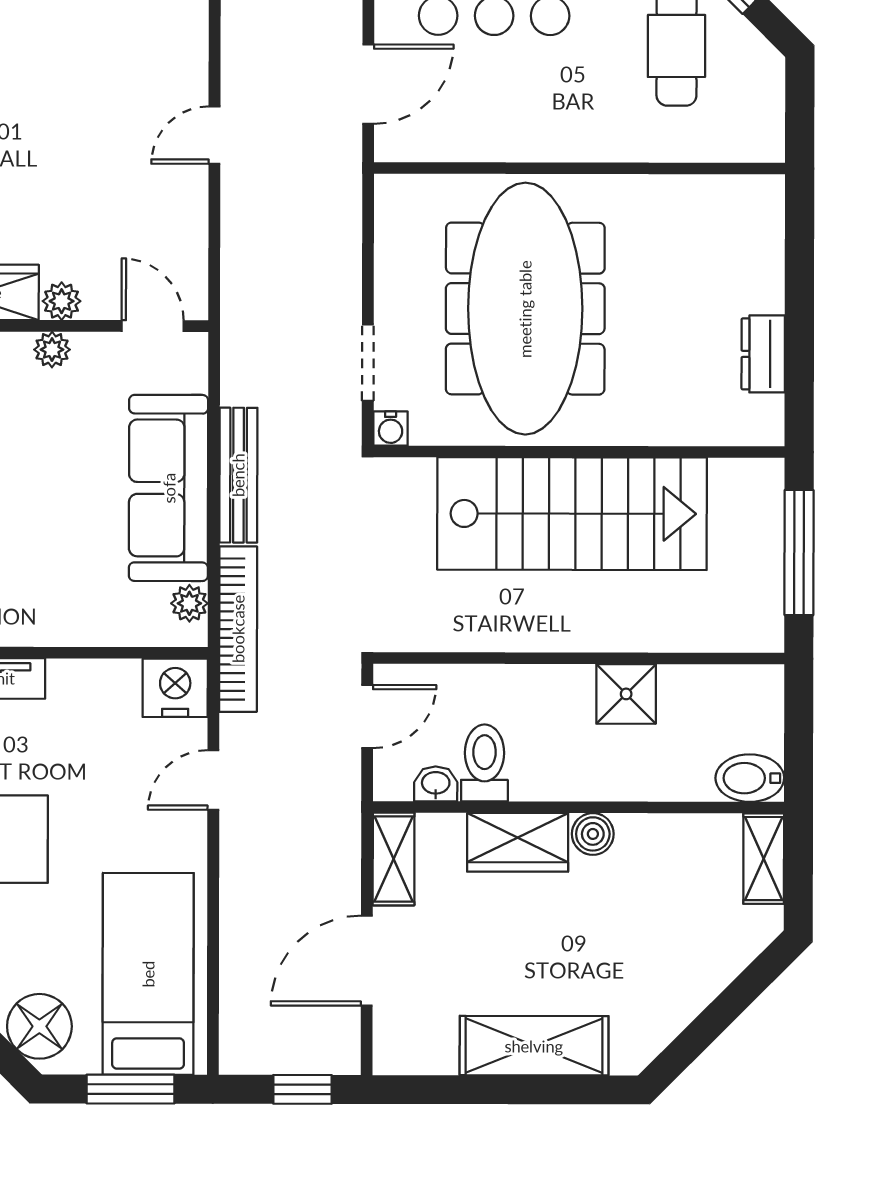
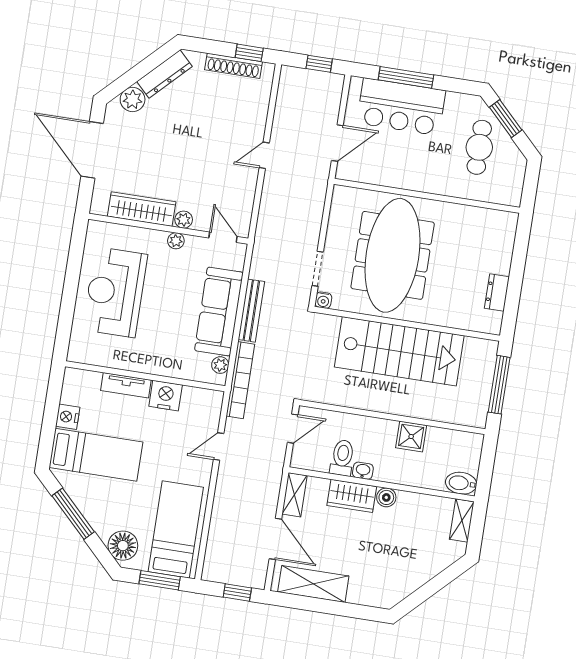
nightstand: (175, 688) -> (166, 396), moved
washbasin: (436, 784) -> (363, 471), moved
door: (367, 961) -> (275, 539), swing flipped
shelving: (534, 1046) -> (313, 584), moved

